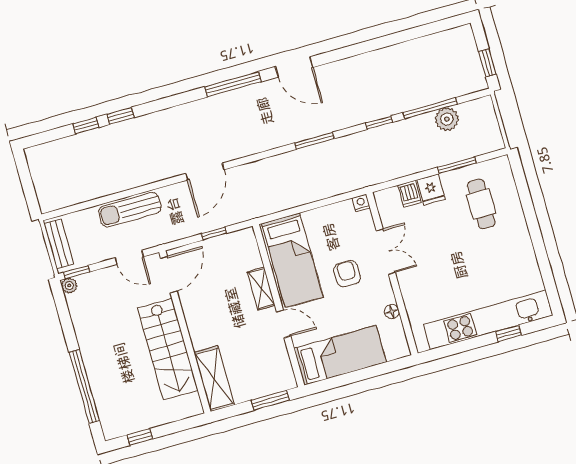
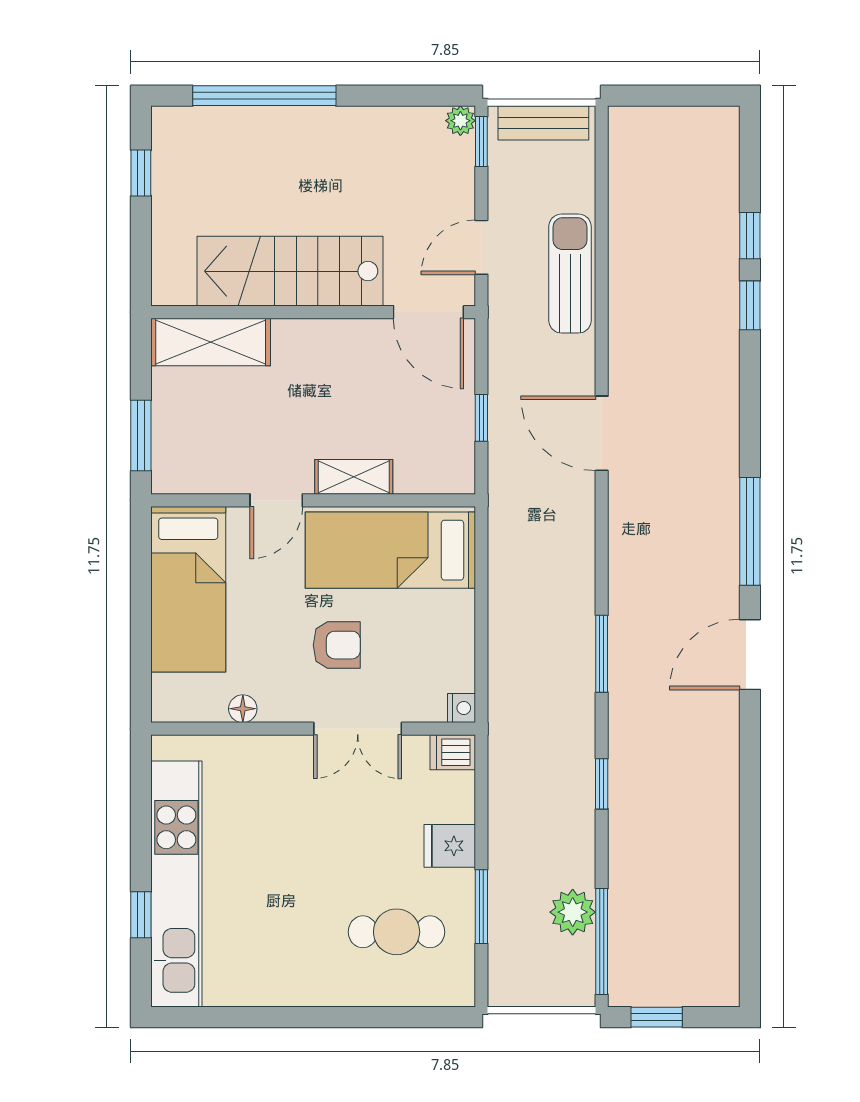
window: (430, 108) -> (602, 941), moved
dishwasher: (410, 194) -> (453, 752), moved

